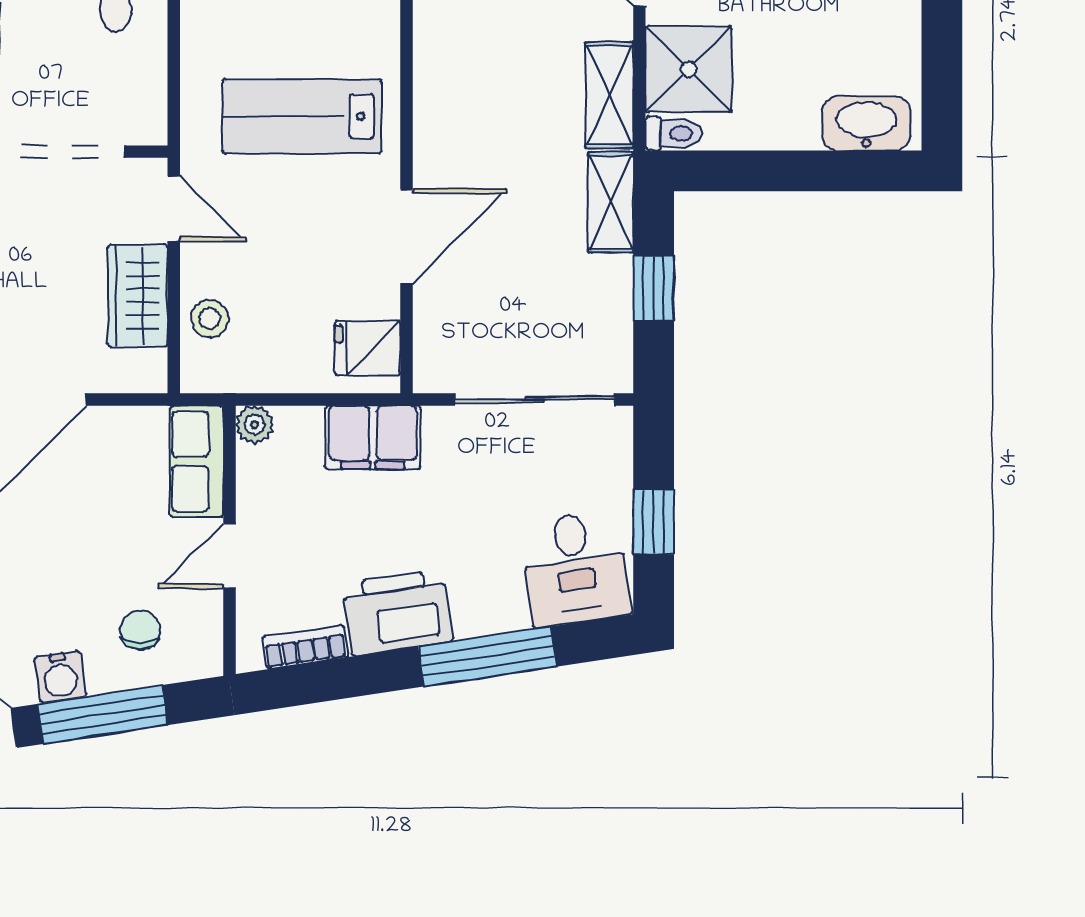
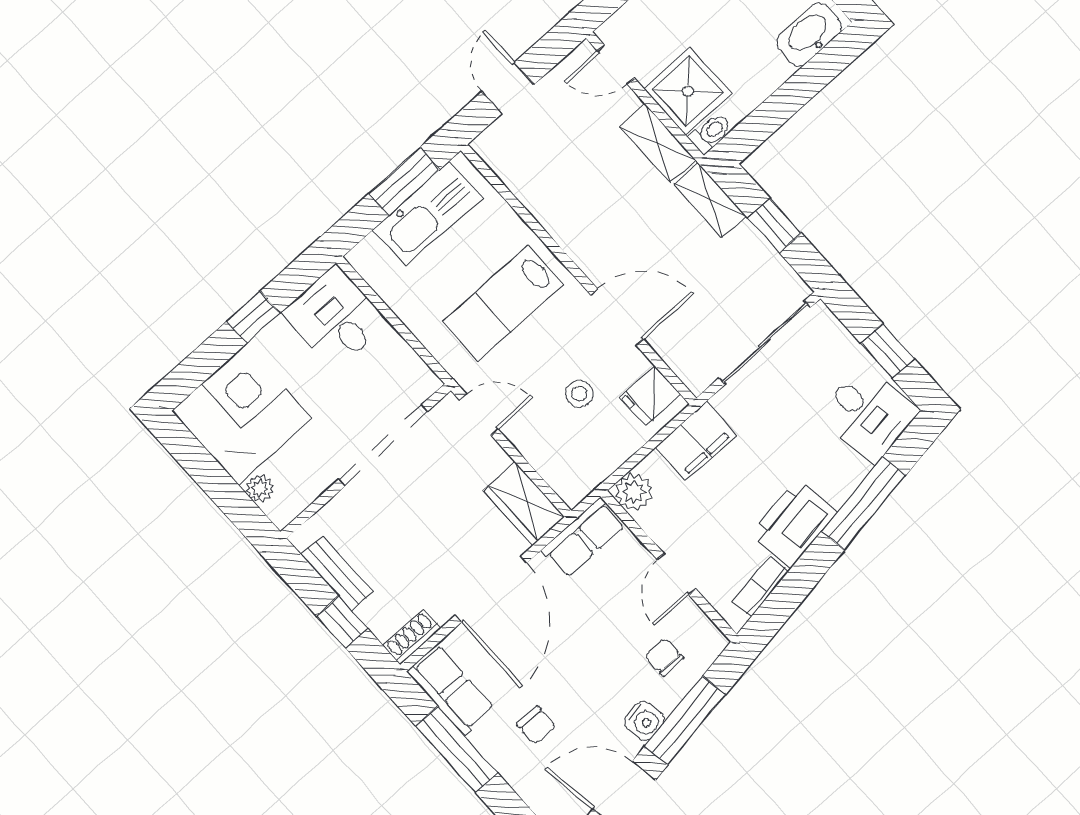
door: (407, 236) -> (617, 317), hinge flipped
wardrobe: (138, 295) -> (524, 504), moved
stool: (210, 319) -> (579, 394), moved
plant: (255, 425) -> (634, 492), width x1.38, depth x1.38
row of seats: (197, 461) -> (583, 538), moved, turned -90

